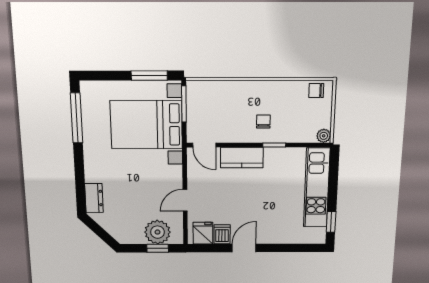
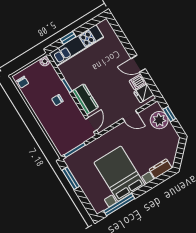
bed with nightstands: (146, 125) -> (119, 174), moved, turned 180
window: (331, 222) -> (68, 38), moved

